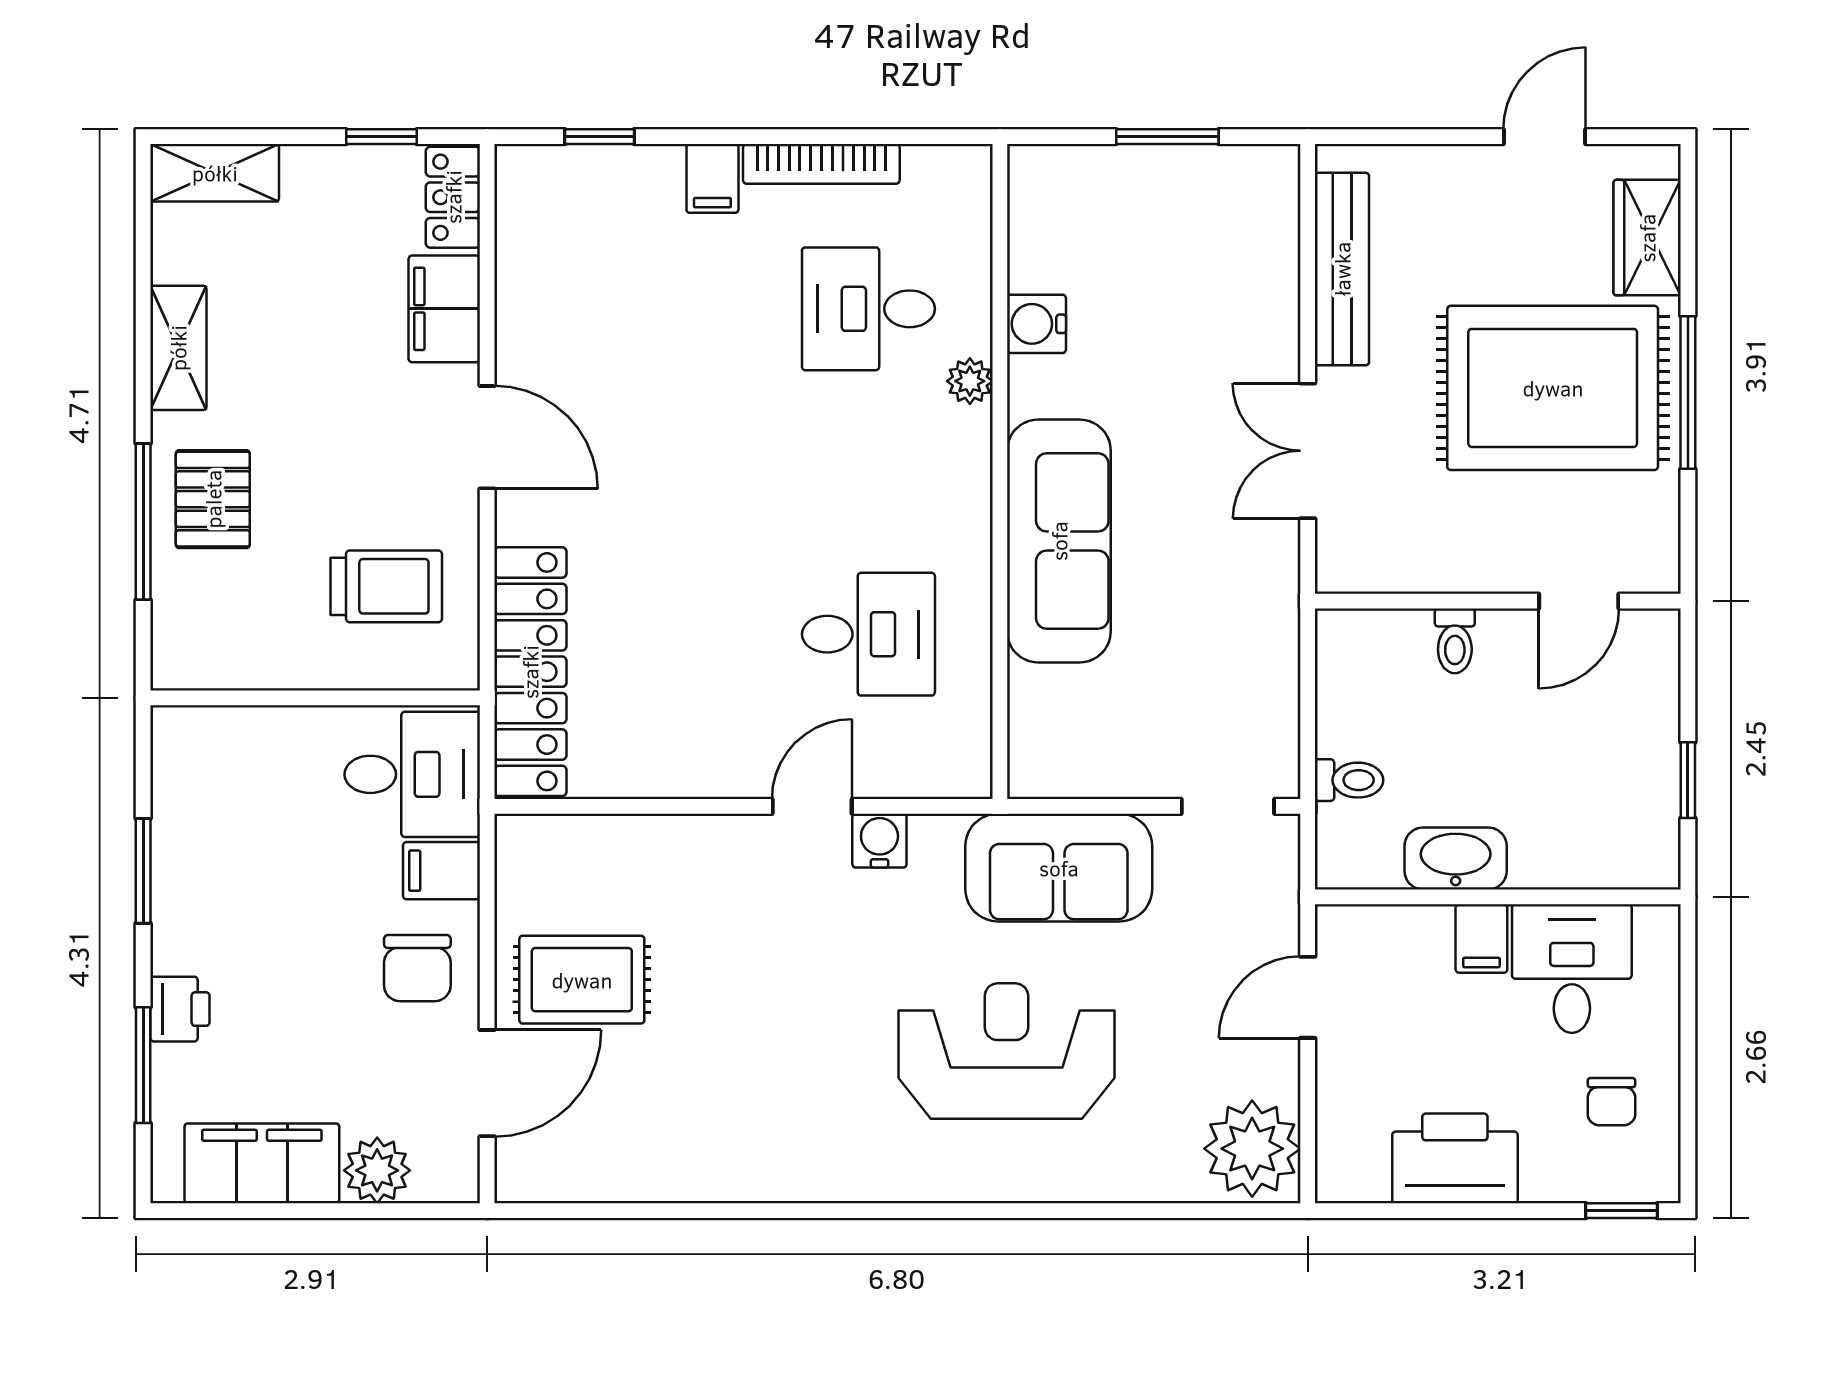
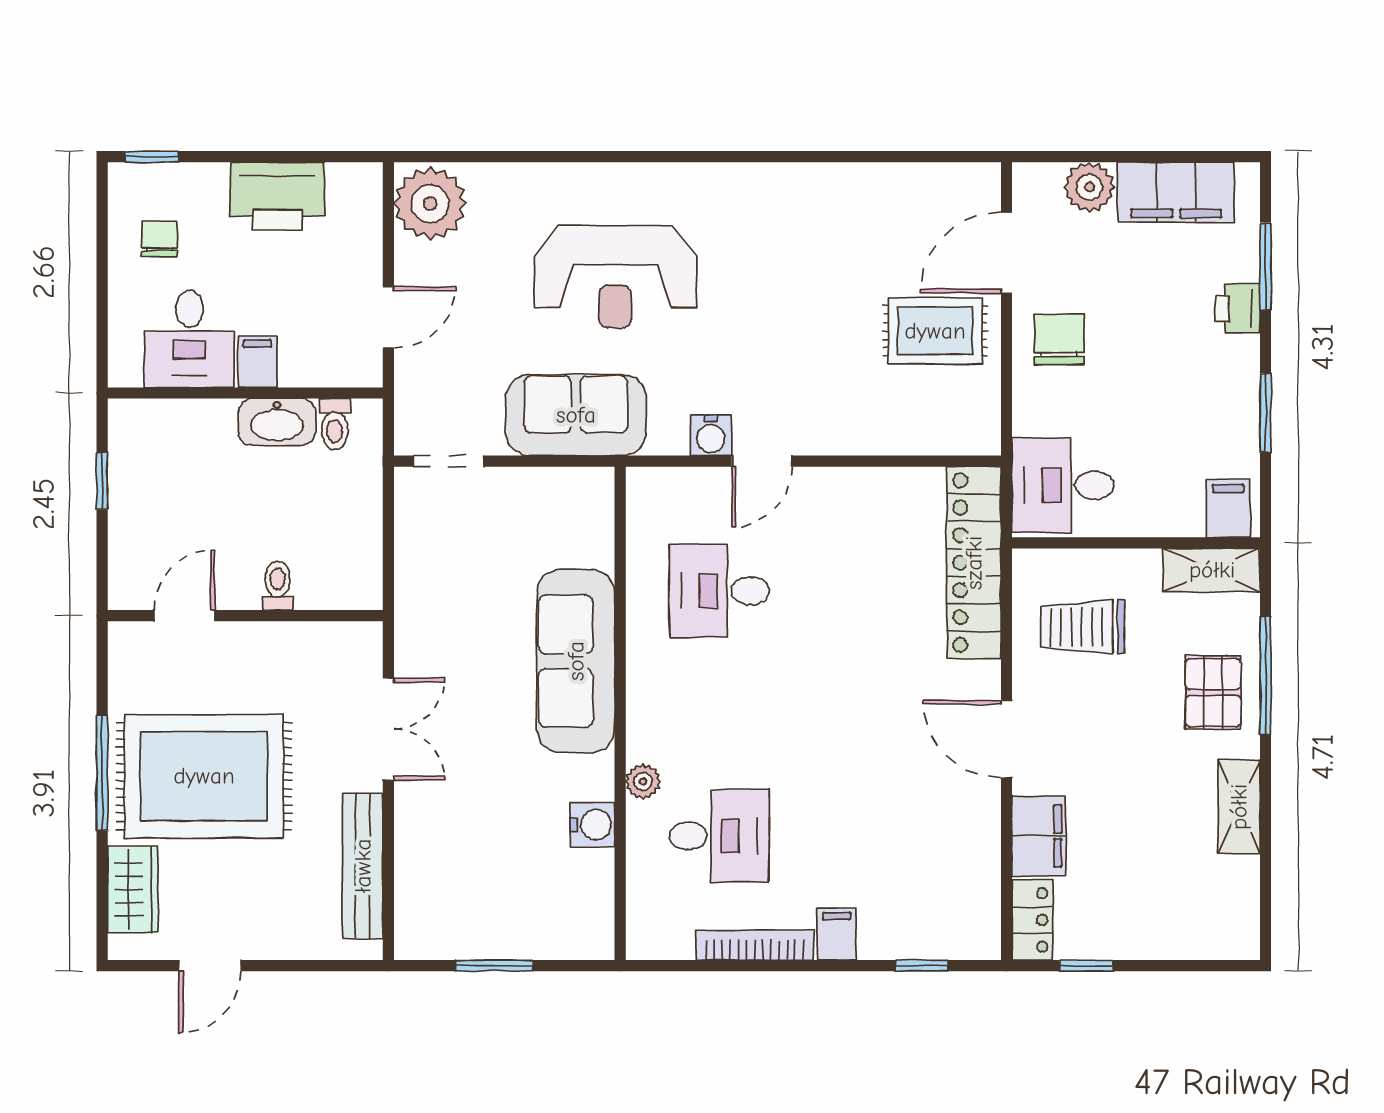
shelving: (215, 173) -> (1212, 570), moved
toilet: (1349, 780) -> (335, 424), moved, turned -90
filing cabinet: (442, 871) -> (1228, 509), moved, turned -90

